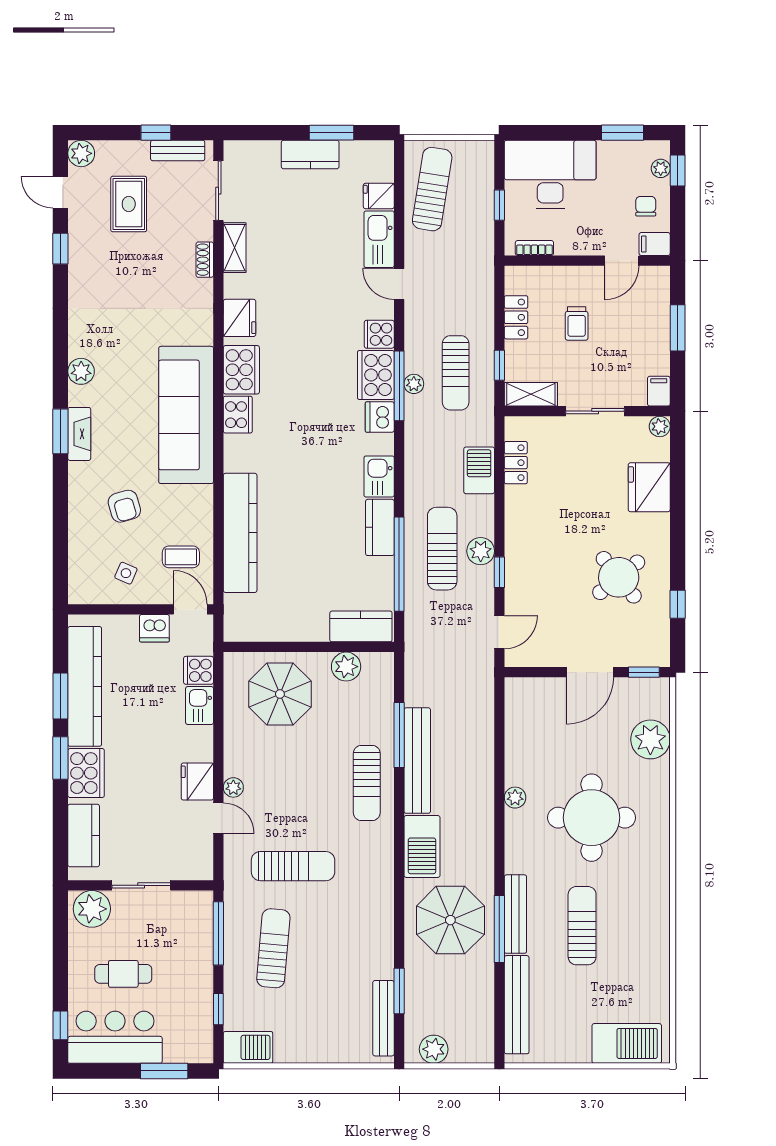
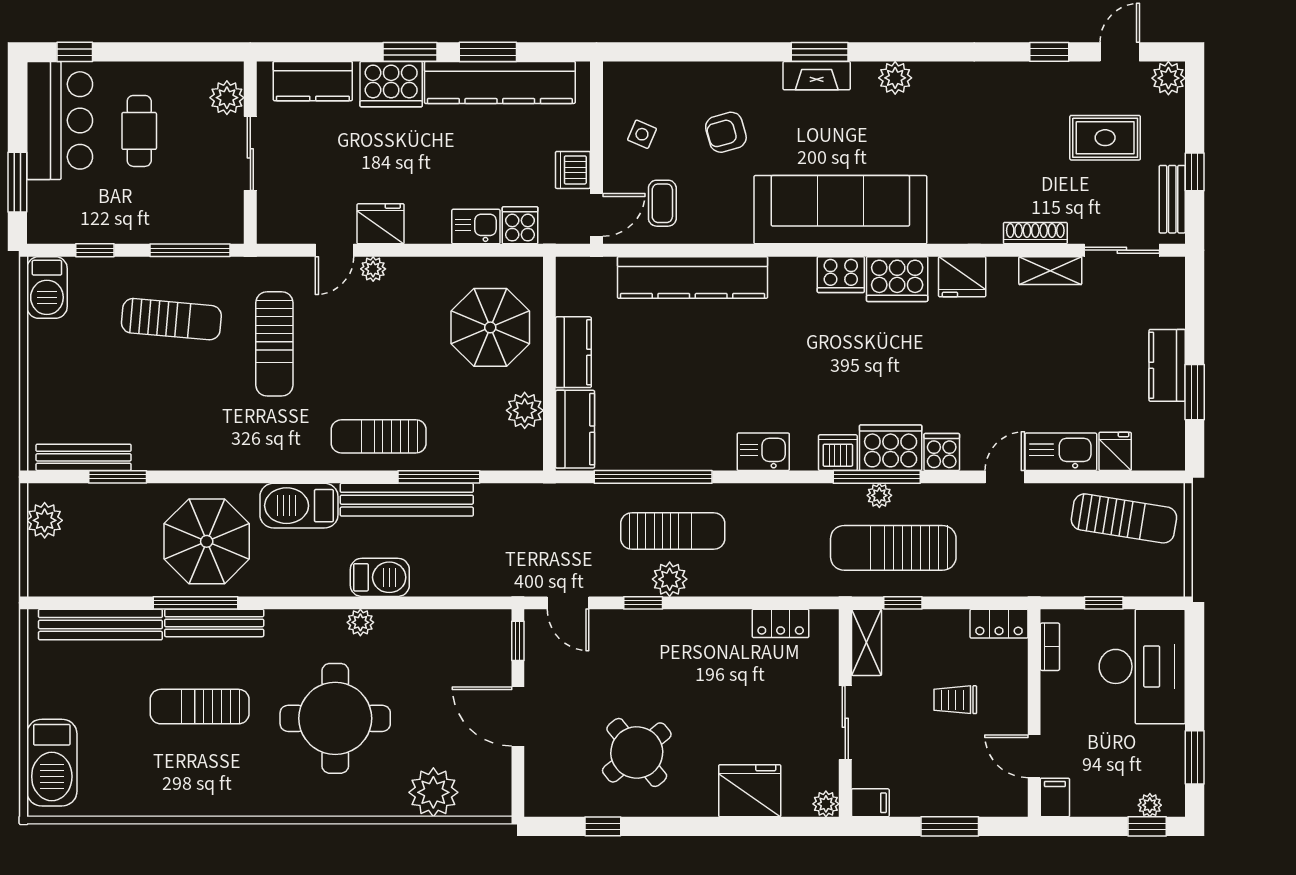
chair: (646, 206) -> (1102, 786), removed
shoe rack: (205, 260) -> (1035, 233), width x1.43
locker: (516, 317) -> (999, 624), moved
sun lounger: (456, 373) -> (893, 548), width x1.36, depth x1.34
barbecue: (479, 470) -> (380, 577), moved
kitchen counter: (380, 527) -> (573, 352), moved, turned 90
window: (644, 672) -> (518, 641), moved
plant: (92, 909) -> (227, 98), width x0.73, depth x0.73
sun lounger: (582, 926) -> (200, 707), turned 180

